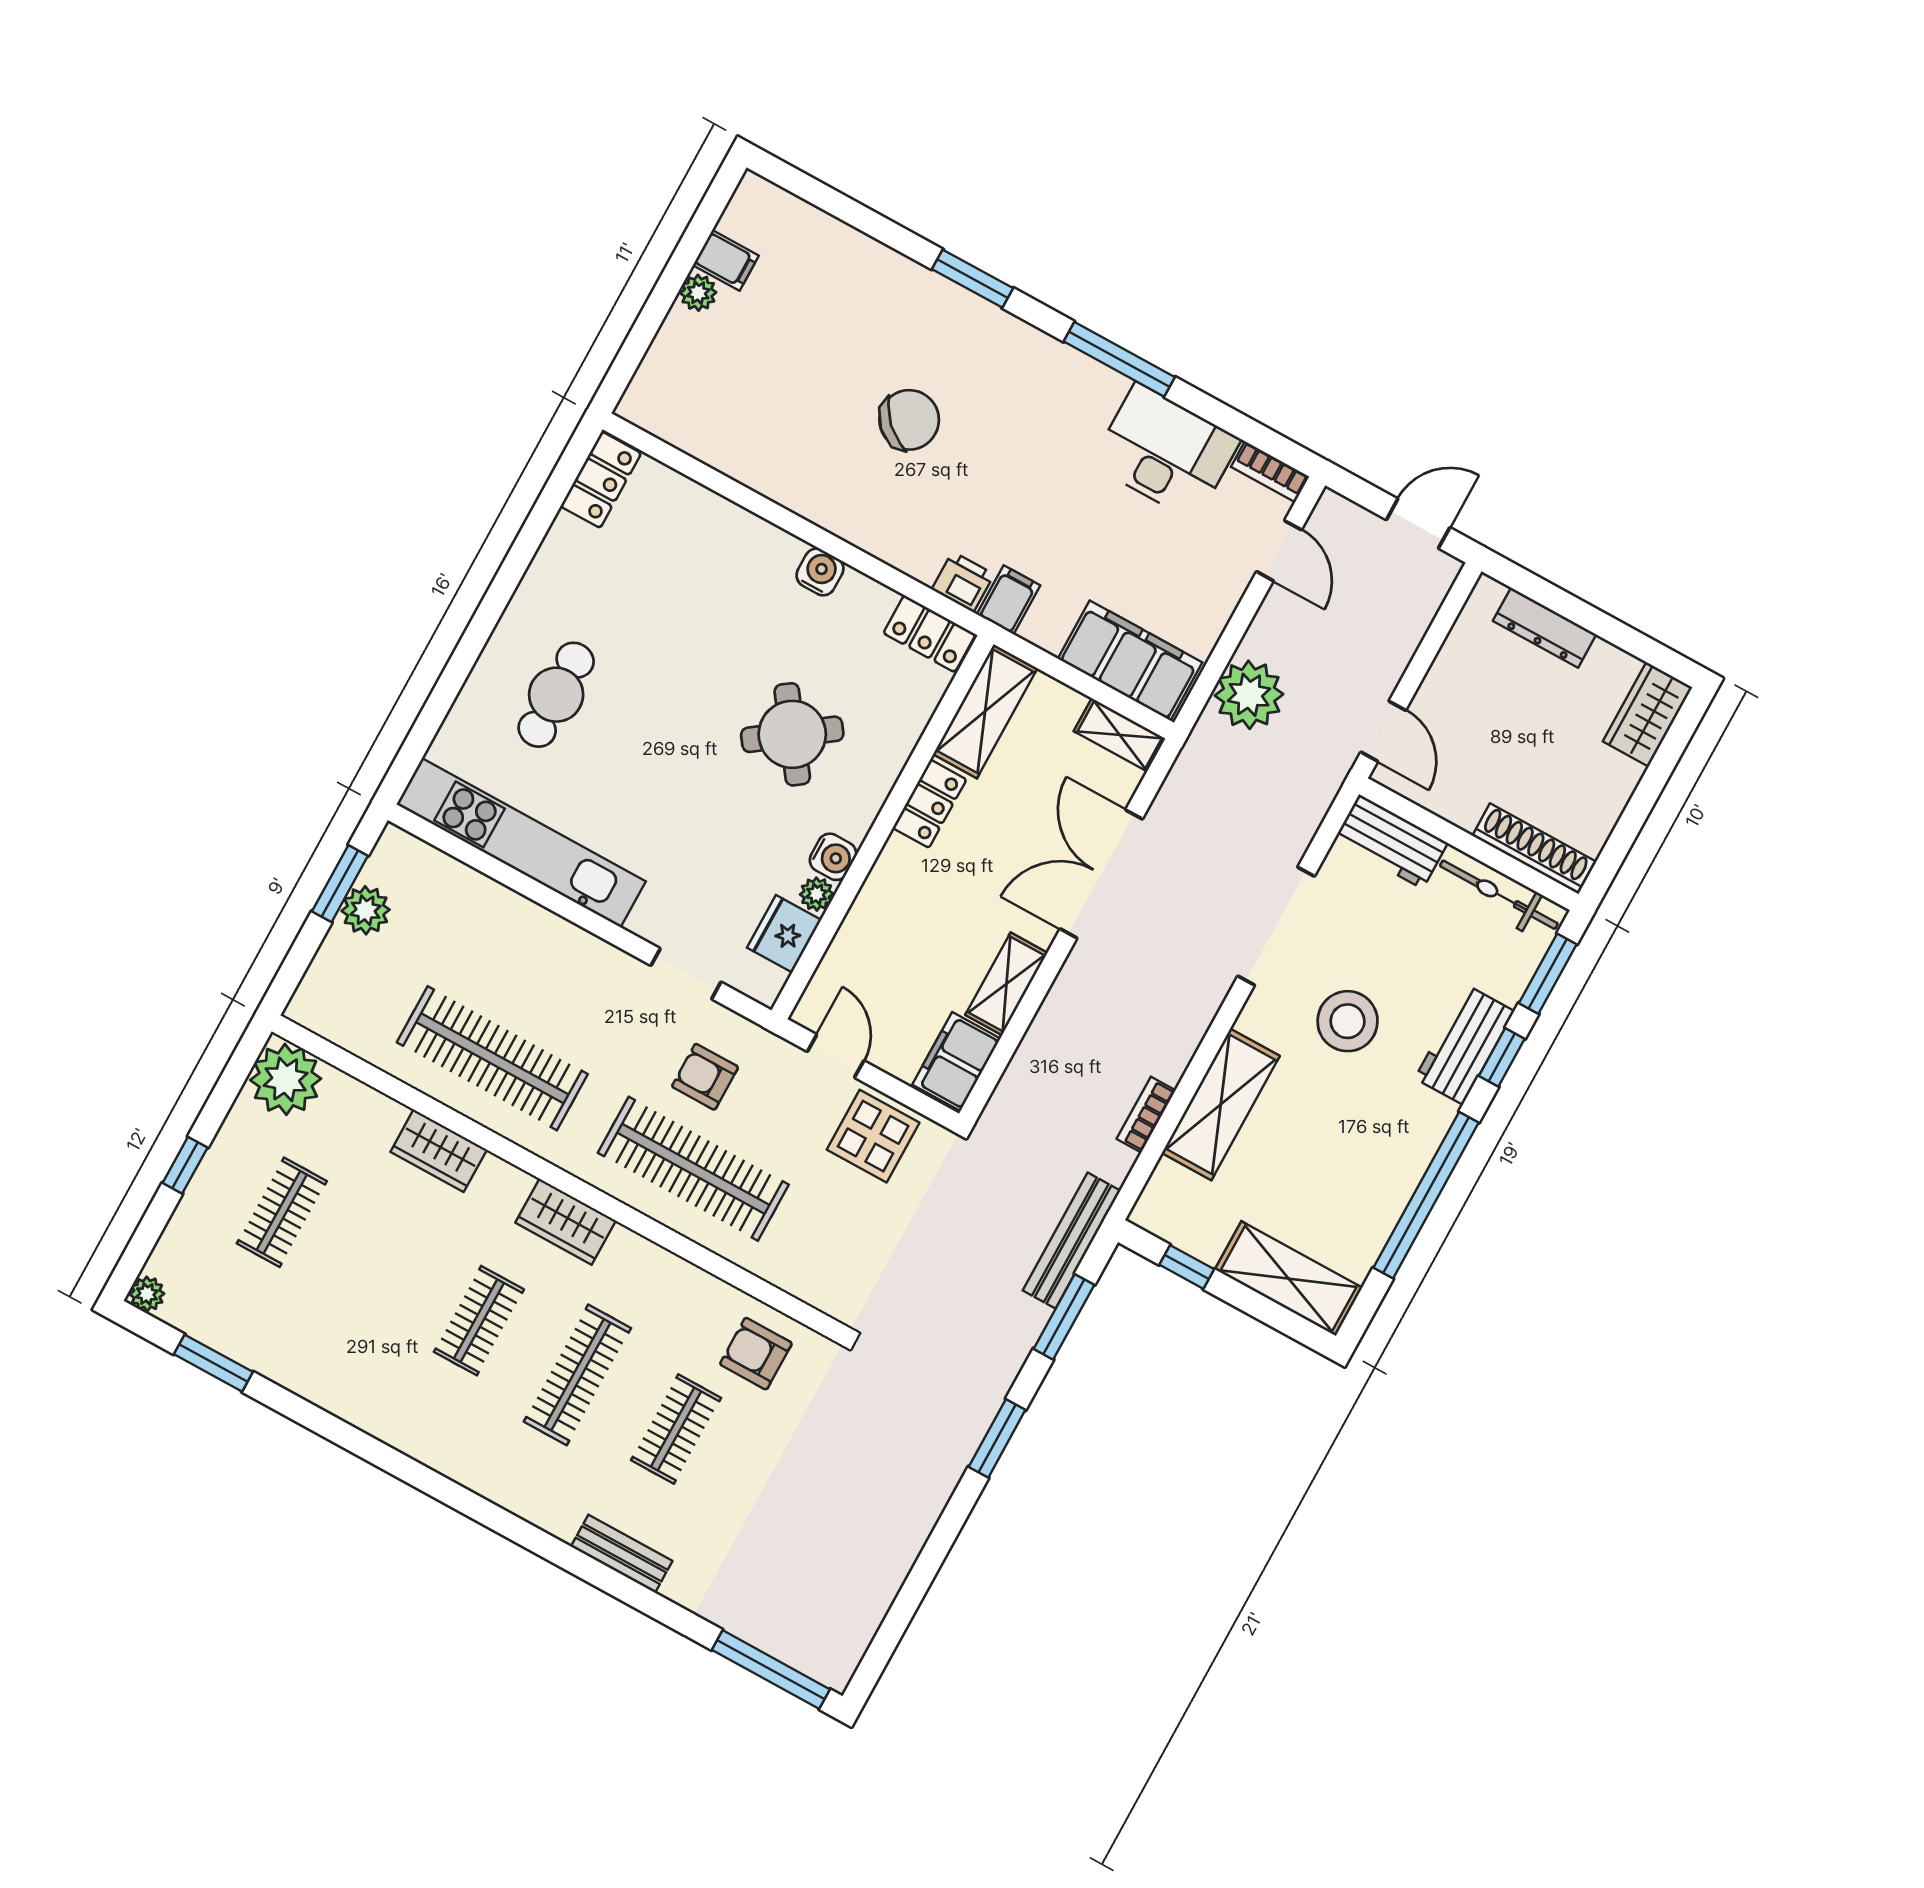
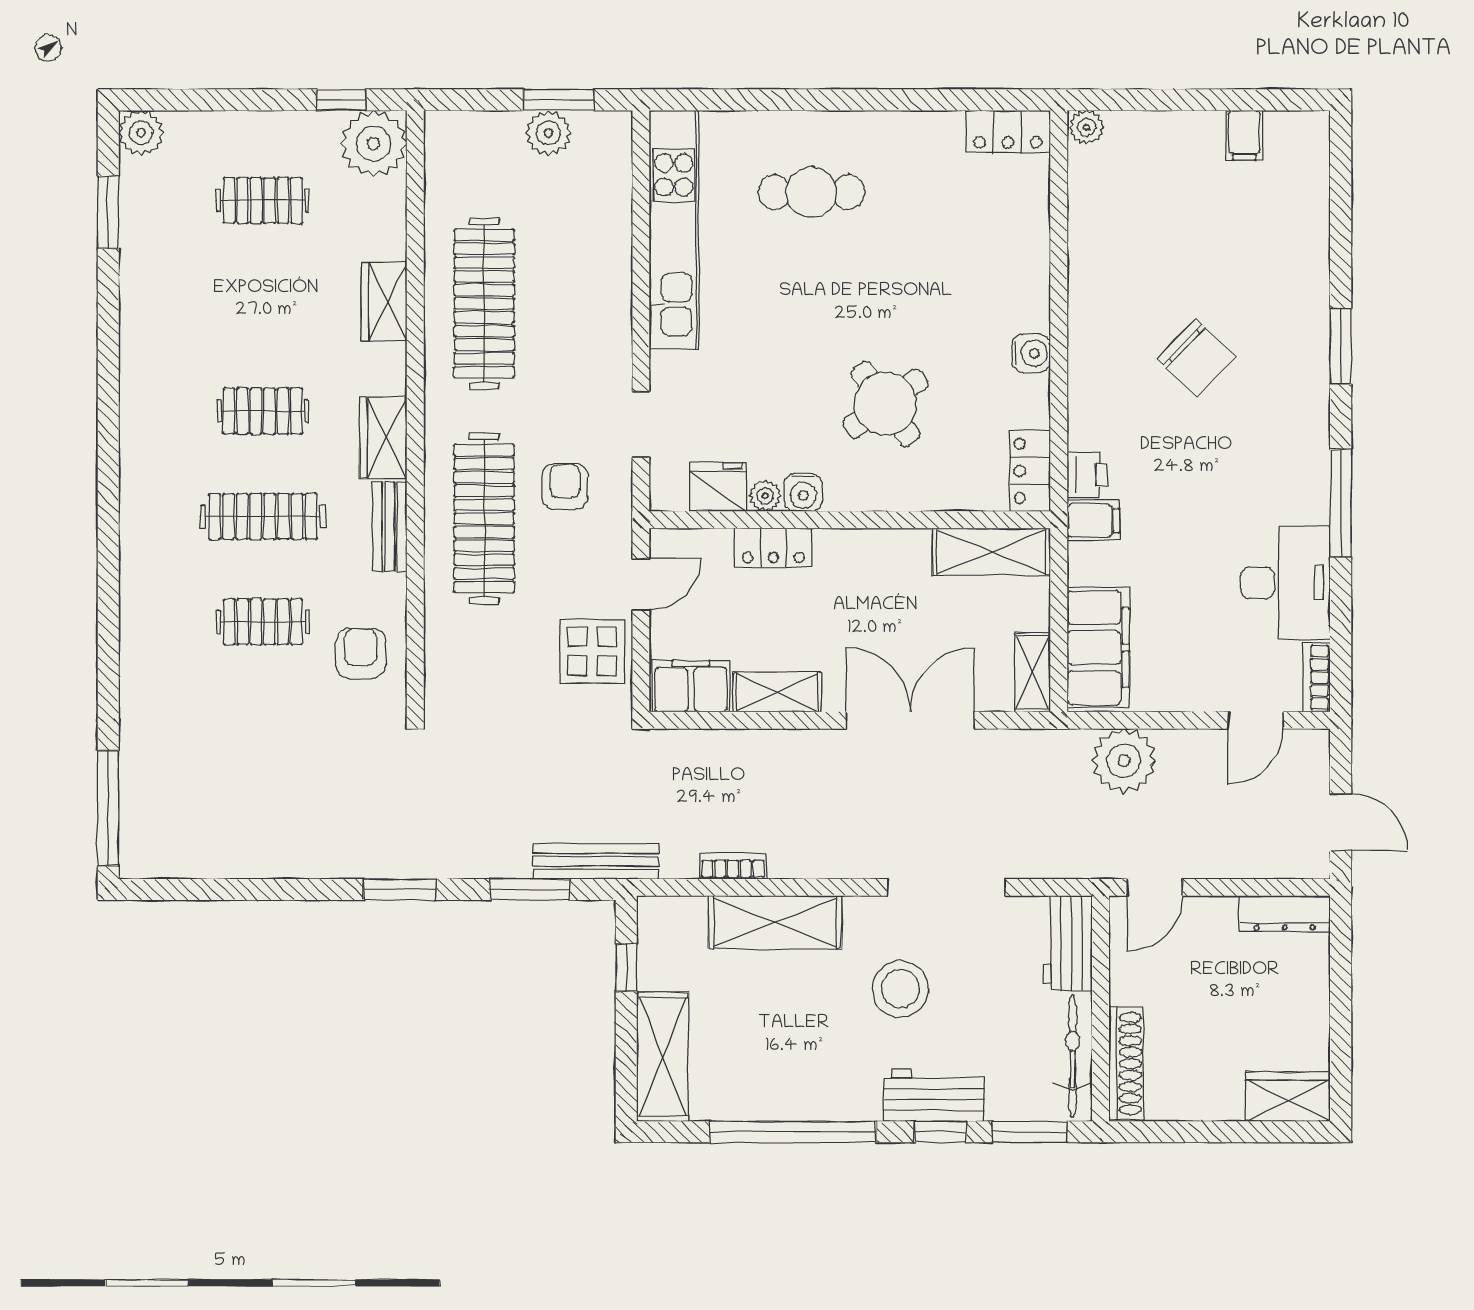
plant: (698, 293) -> (1087, 127), moved
dresser: (1545, 628) -> (1285, 914), moved, turned -90
locker: (930, 804) -> (773, 548), moved
window: (185, 1165) -> (341, 100), moved
plant: (147, 1294) -> (141, 133), width x1.38, depth x1.38
bench: (622, 1554) -> (390, 527), moved

